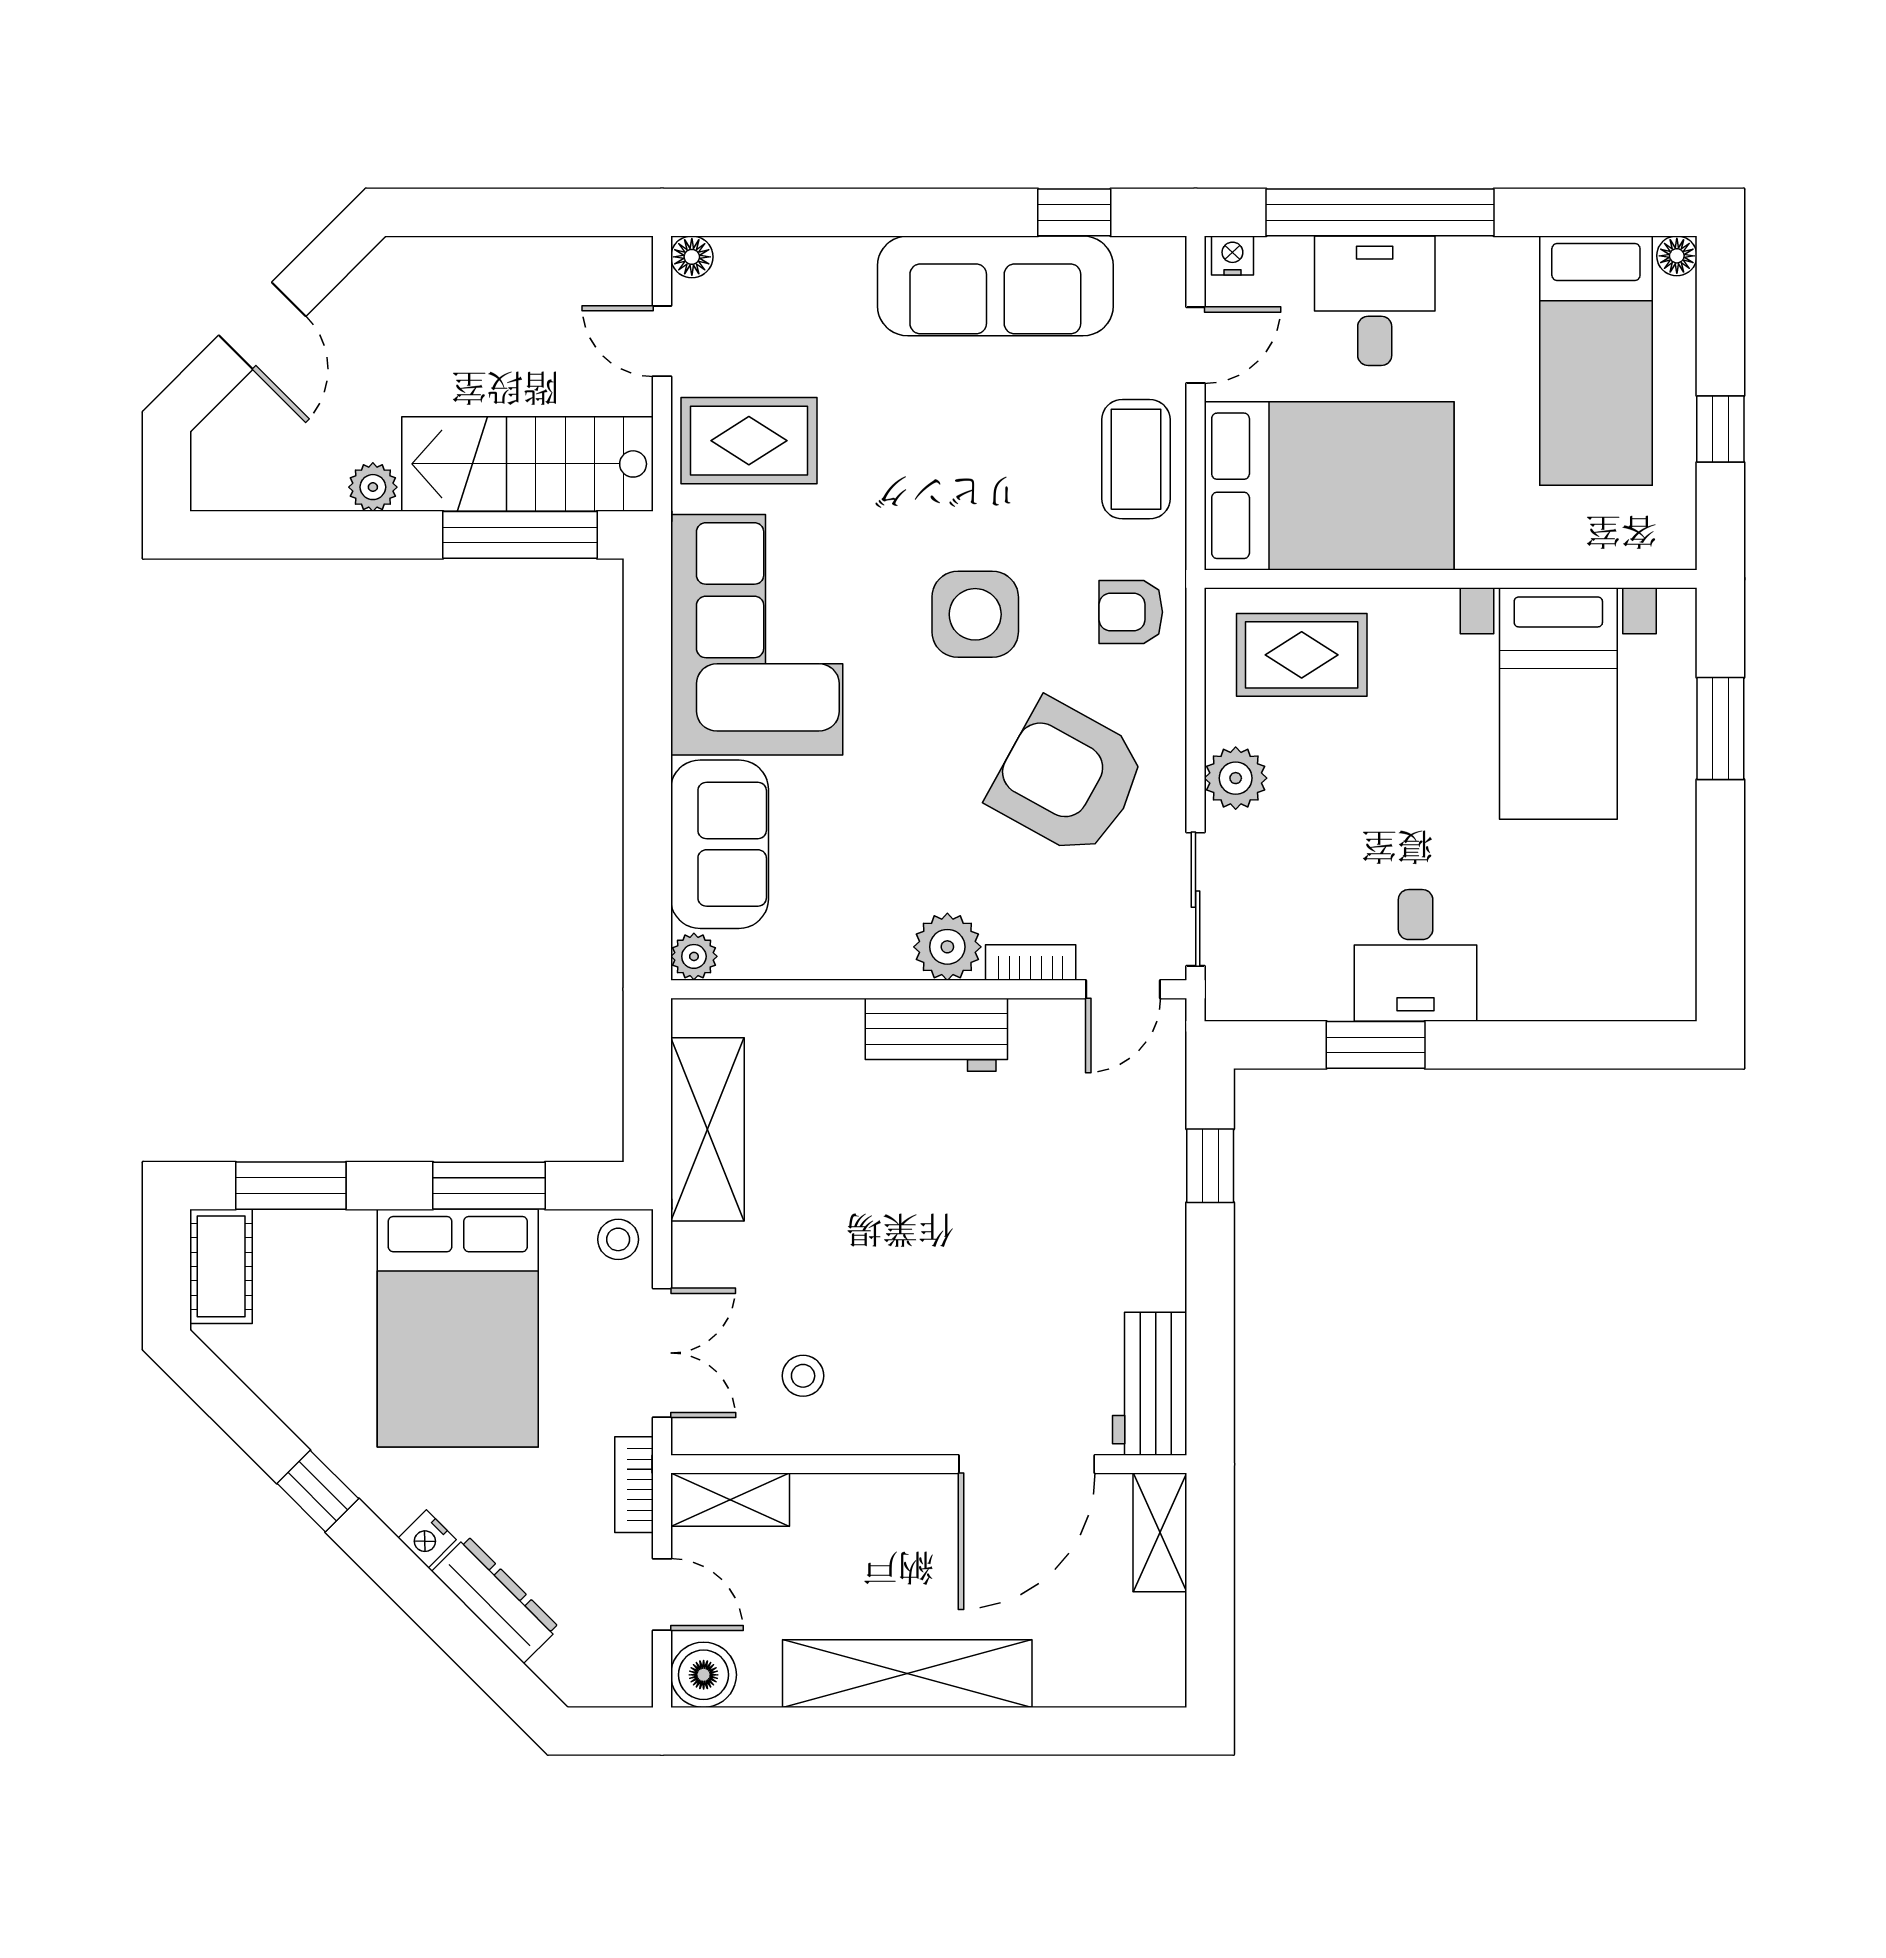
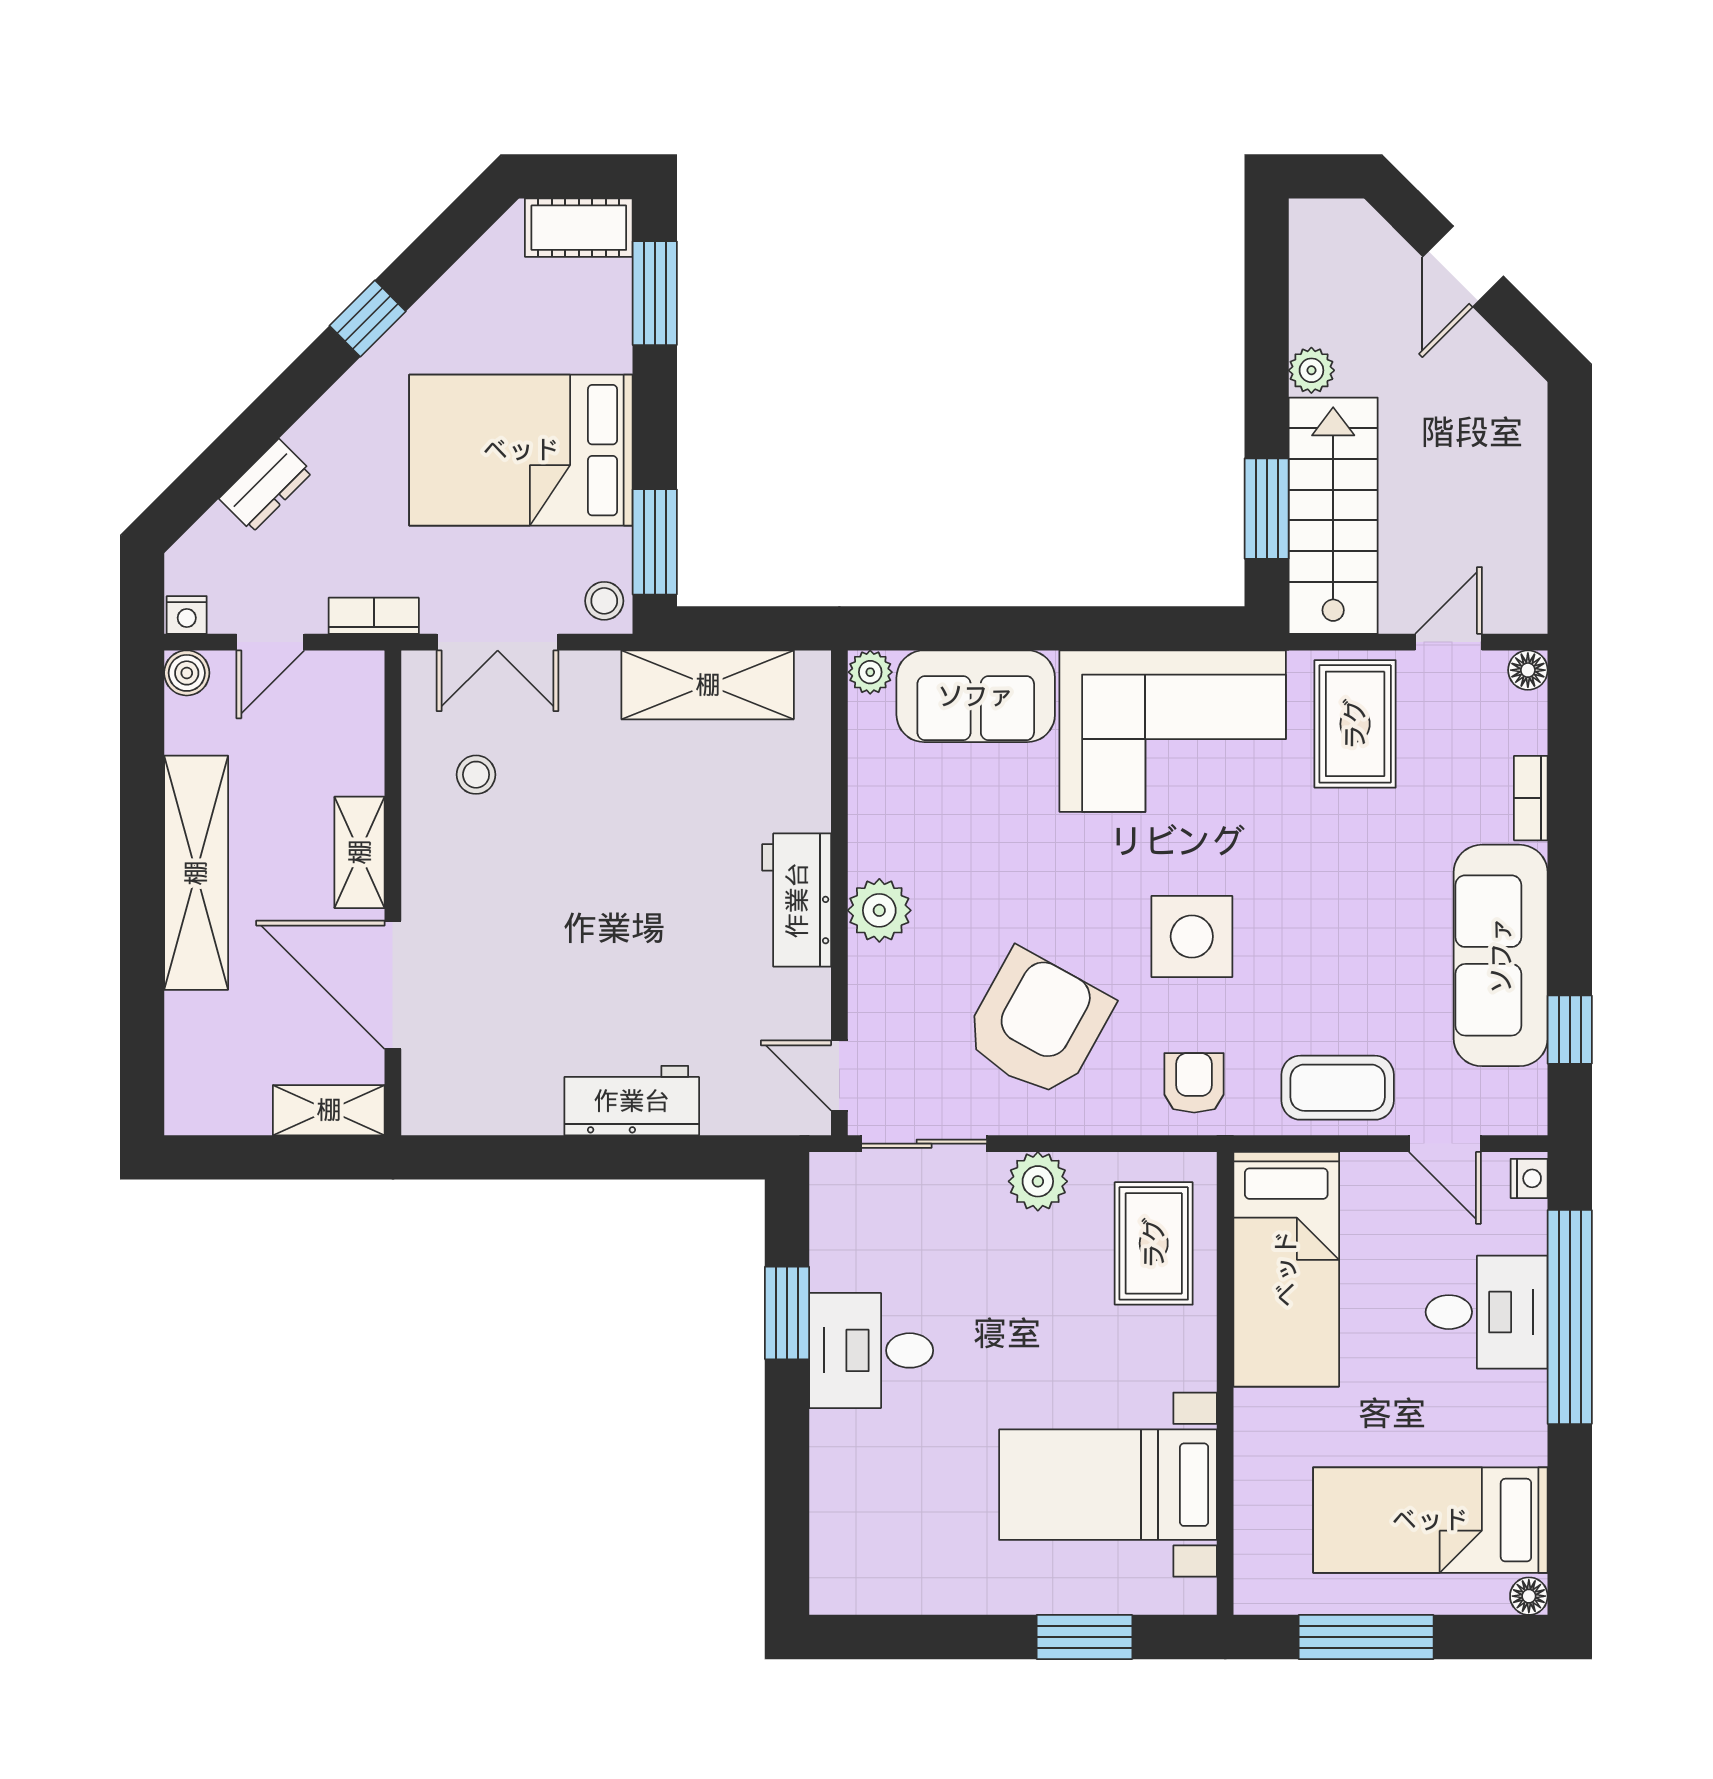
door: (262, 326) -> (1463, 266), hinge flipped
window: (1720, 429) -> (1366, 1637), width x2.17
bed: (1329, 486) -> (1286, 1269), width x0.67
window: (520, 535) -> (1267, 509), width x0.69
bookcase: (1031, 962) -> (1531, 798), moved, turned 180
window: (1210, 1166) -> (673, 1157), removed
window: (489, 1186) -> (655, 542), moved
workbench: (1150, 1384) -> (632, 1101), moved
shelving: (730, 1500) -> (360, 852), moved
nightstand: (427, 1539) -> (187, 615), moved, turned -135
dresser: (495, 1599) -> (266, 486), width x0.70
boiler: (704, 1675) -> (187, 673), width x0.73, depth x0.73

